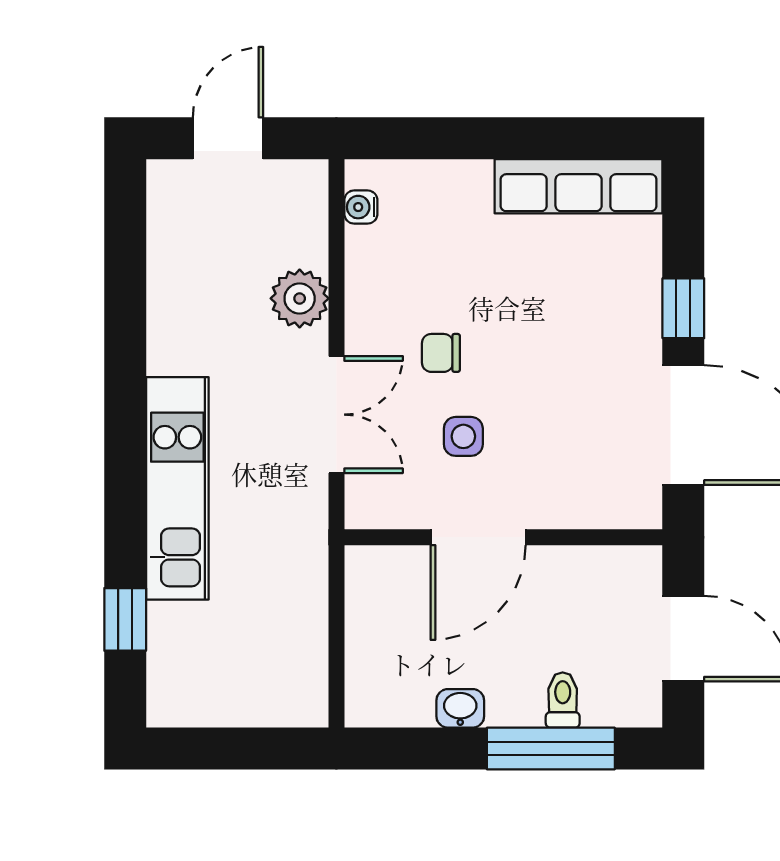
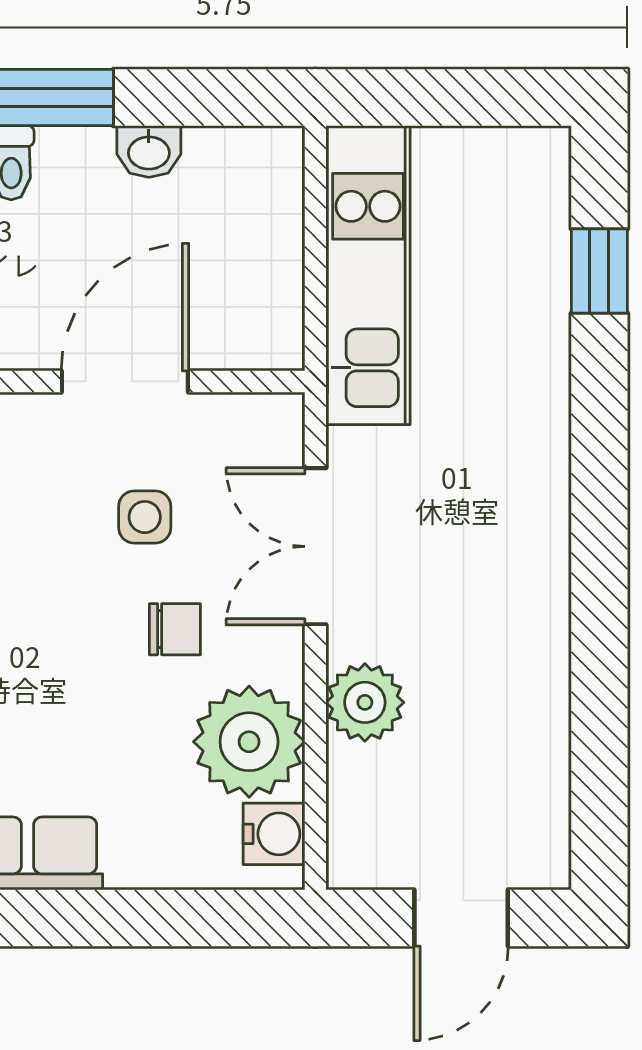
water cooler: (361, 207) -> (274, 834), width x1.38, depth x1.38
plant: (386, 269) -> (249, 742), added
kitchen unit: (177, 488) -> (368, 275), moved, turned 180

